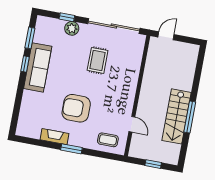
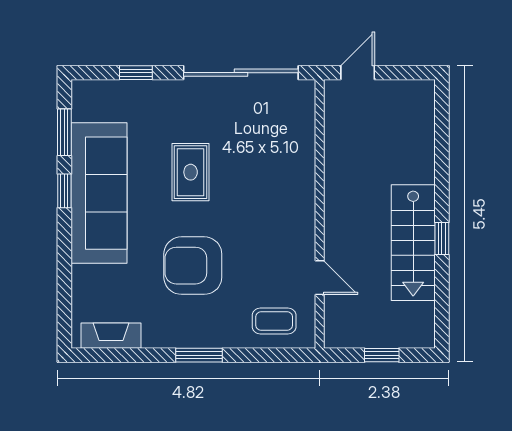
plant: (72, 28) -> (151, 95), removed
rug: (98, 60) -> (191, 172), moved
sofa: (38, 67) -> (99, 193), width x1.36, depth x1.27
window: (190, 117) -> (442, 239), width x0.46
fireplace: (55, 137) -> (111, 336), moved

